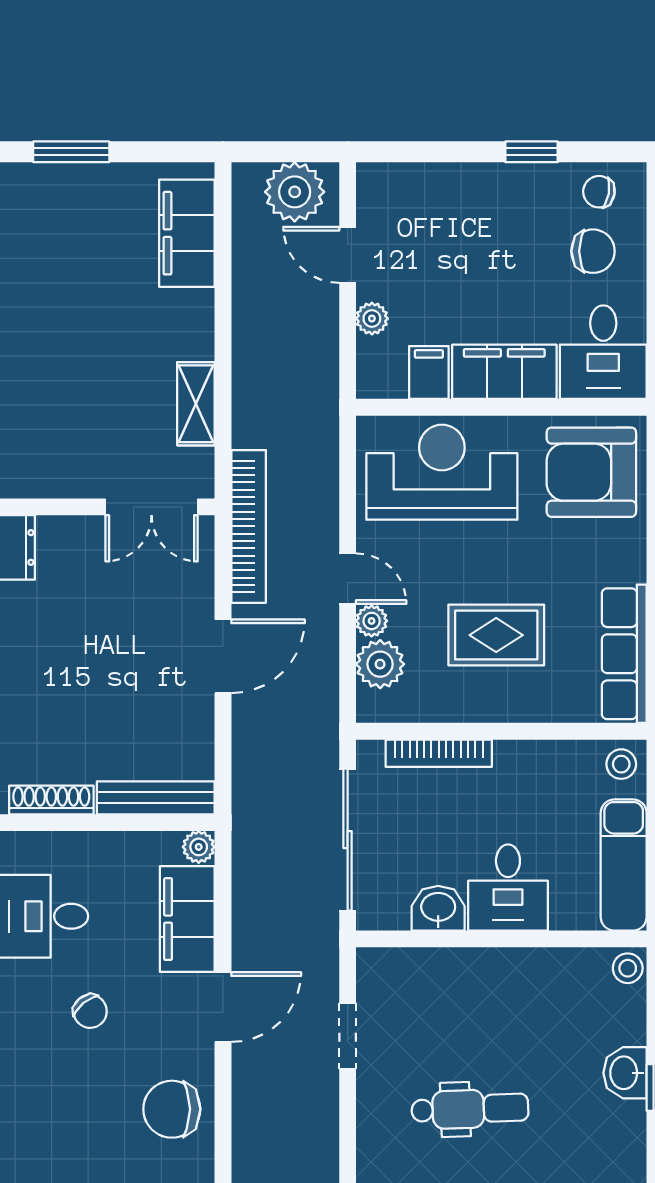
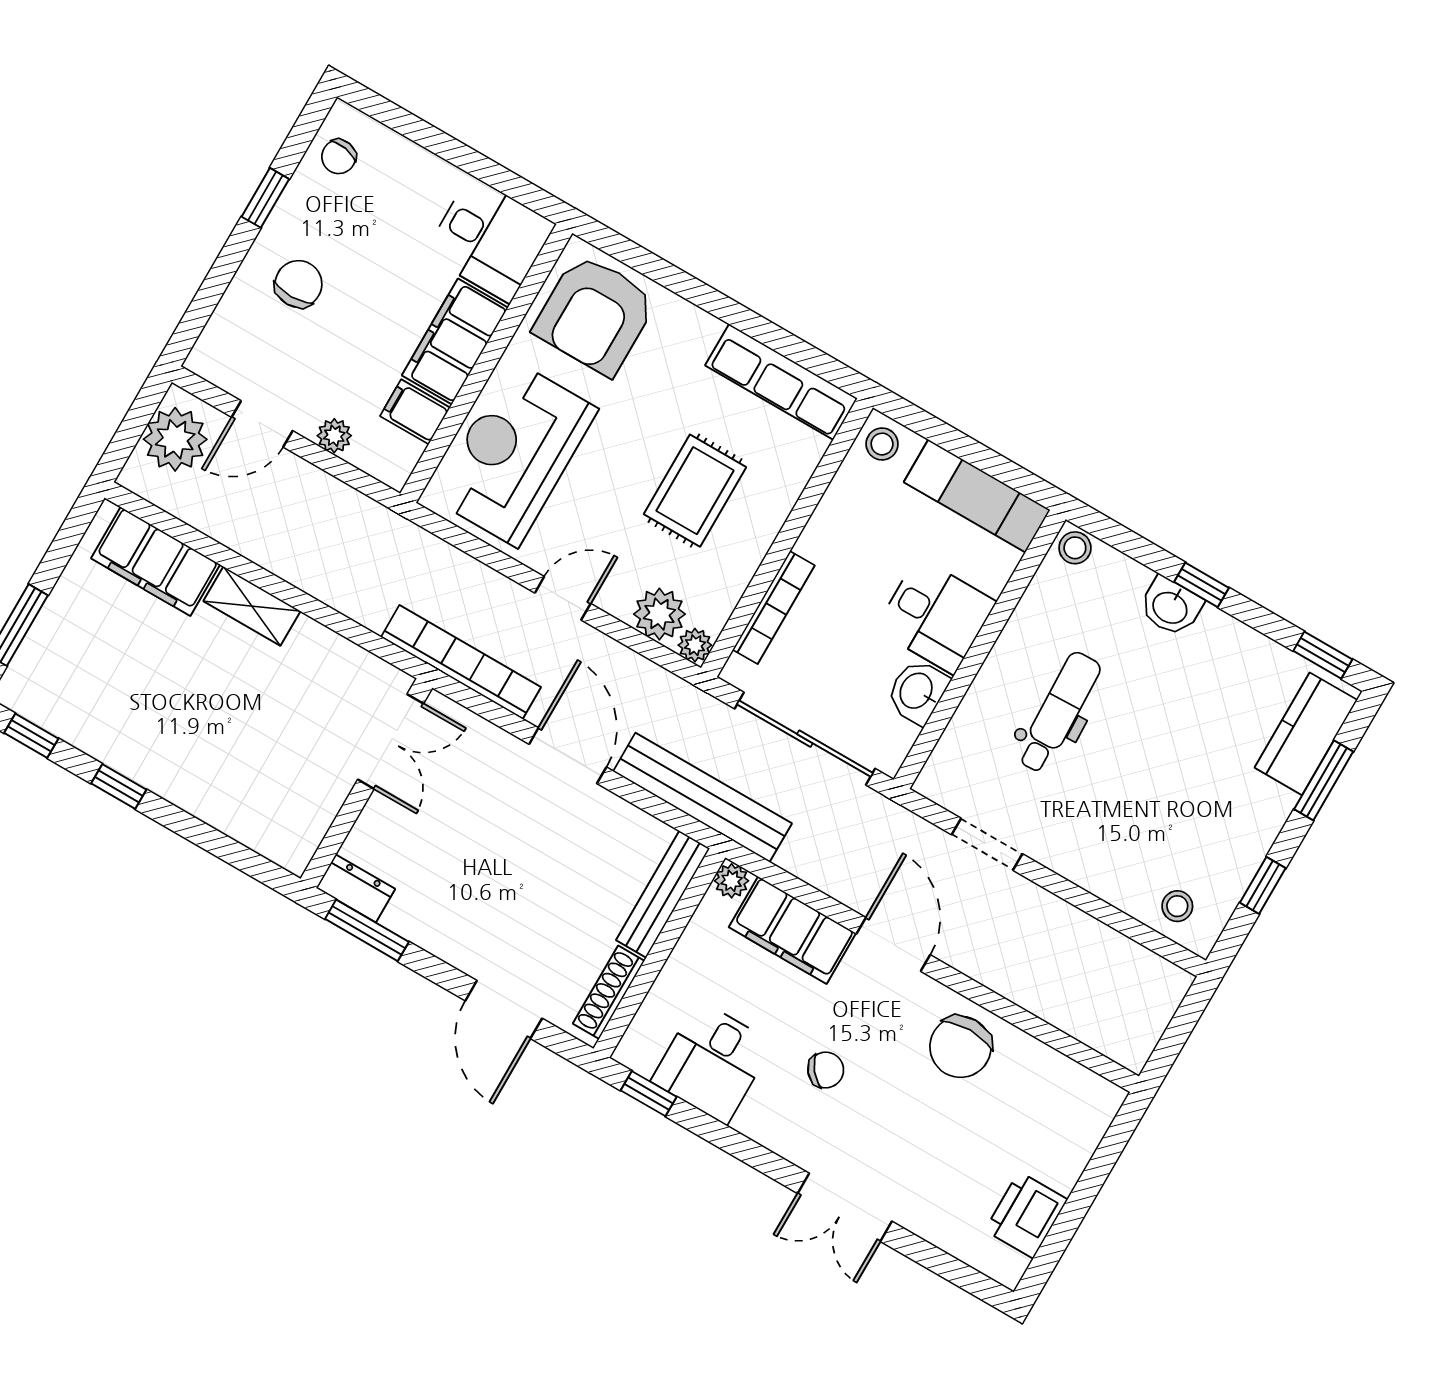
chair: (593, 251) -> (299, 284), moved
shelving: (196, 404) -> (252, 606), moved
plant: (372, 621) -> (695, 645), moved
bench: (252, 785) -> (702, 797), added
dental chair: (470, 1109) -> (1059, 712), moved

